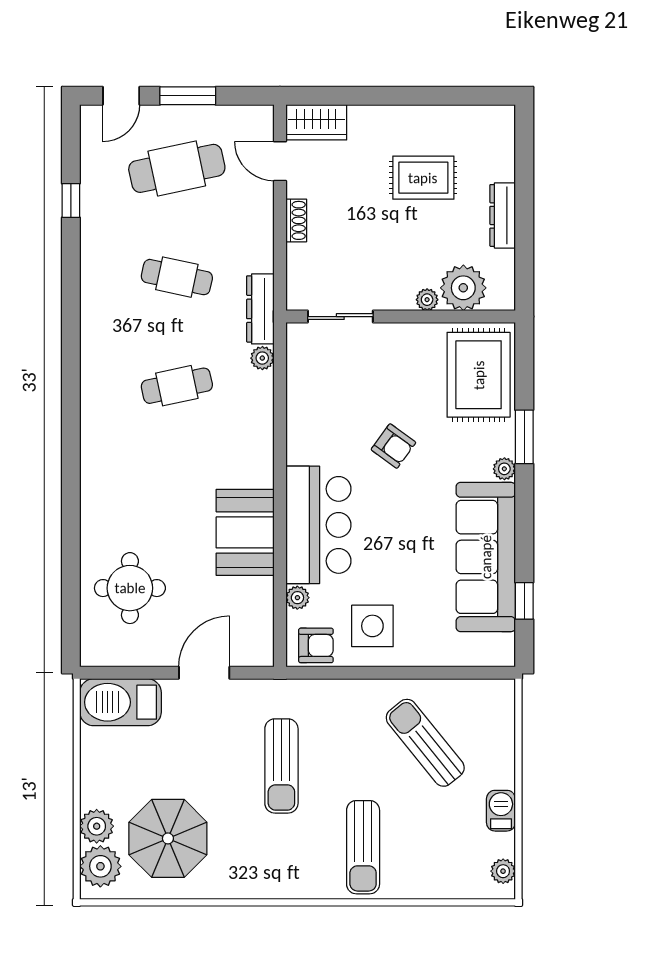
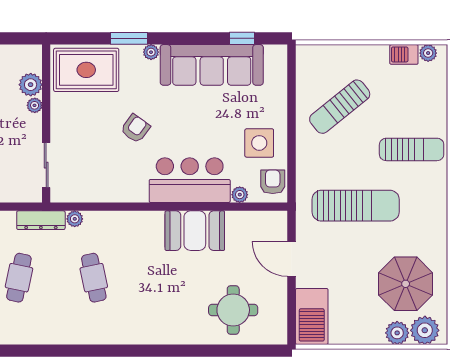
plant: (463, 288) -> (31, 85), width x0.73, depth x0.73
sun lounger: (281, 766) -> (356, 206), width x1.36, depth x1.34
barbecue: (501, 811) -> (404, 54), moved

